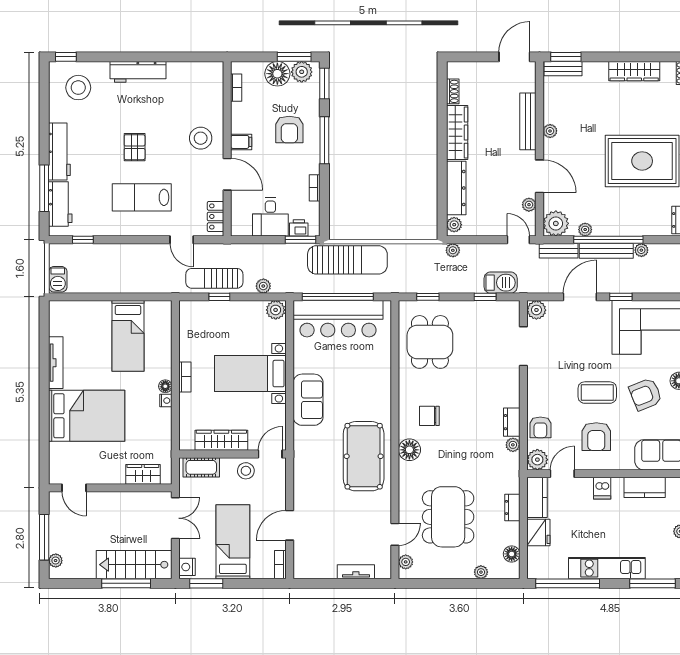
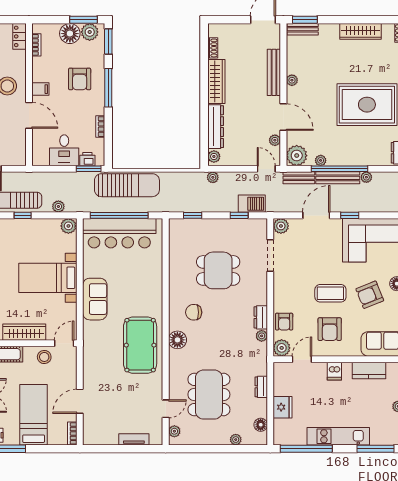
locker: (216, 216) -> (19, 36), moved
dining table: (430, 342) -> (218, 270), moved, turned 90
kitchen counter: (537, 497) -> (281, 379), removed

